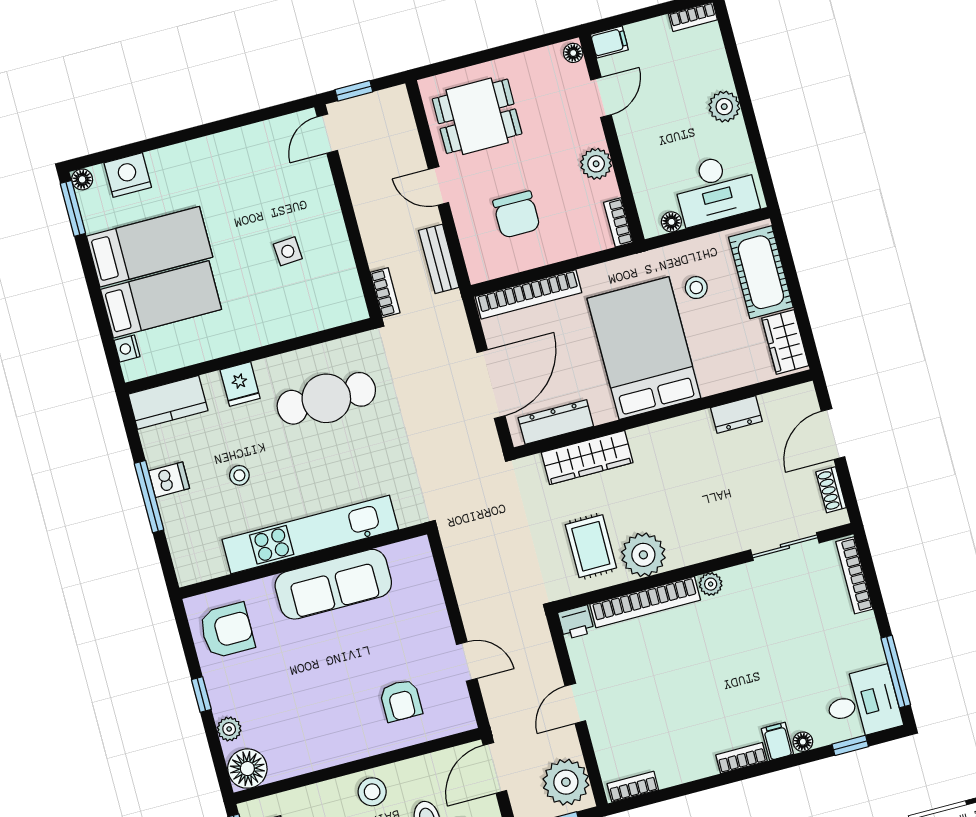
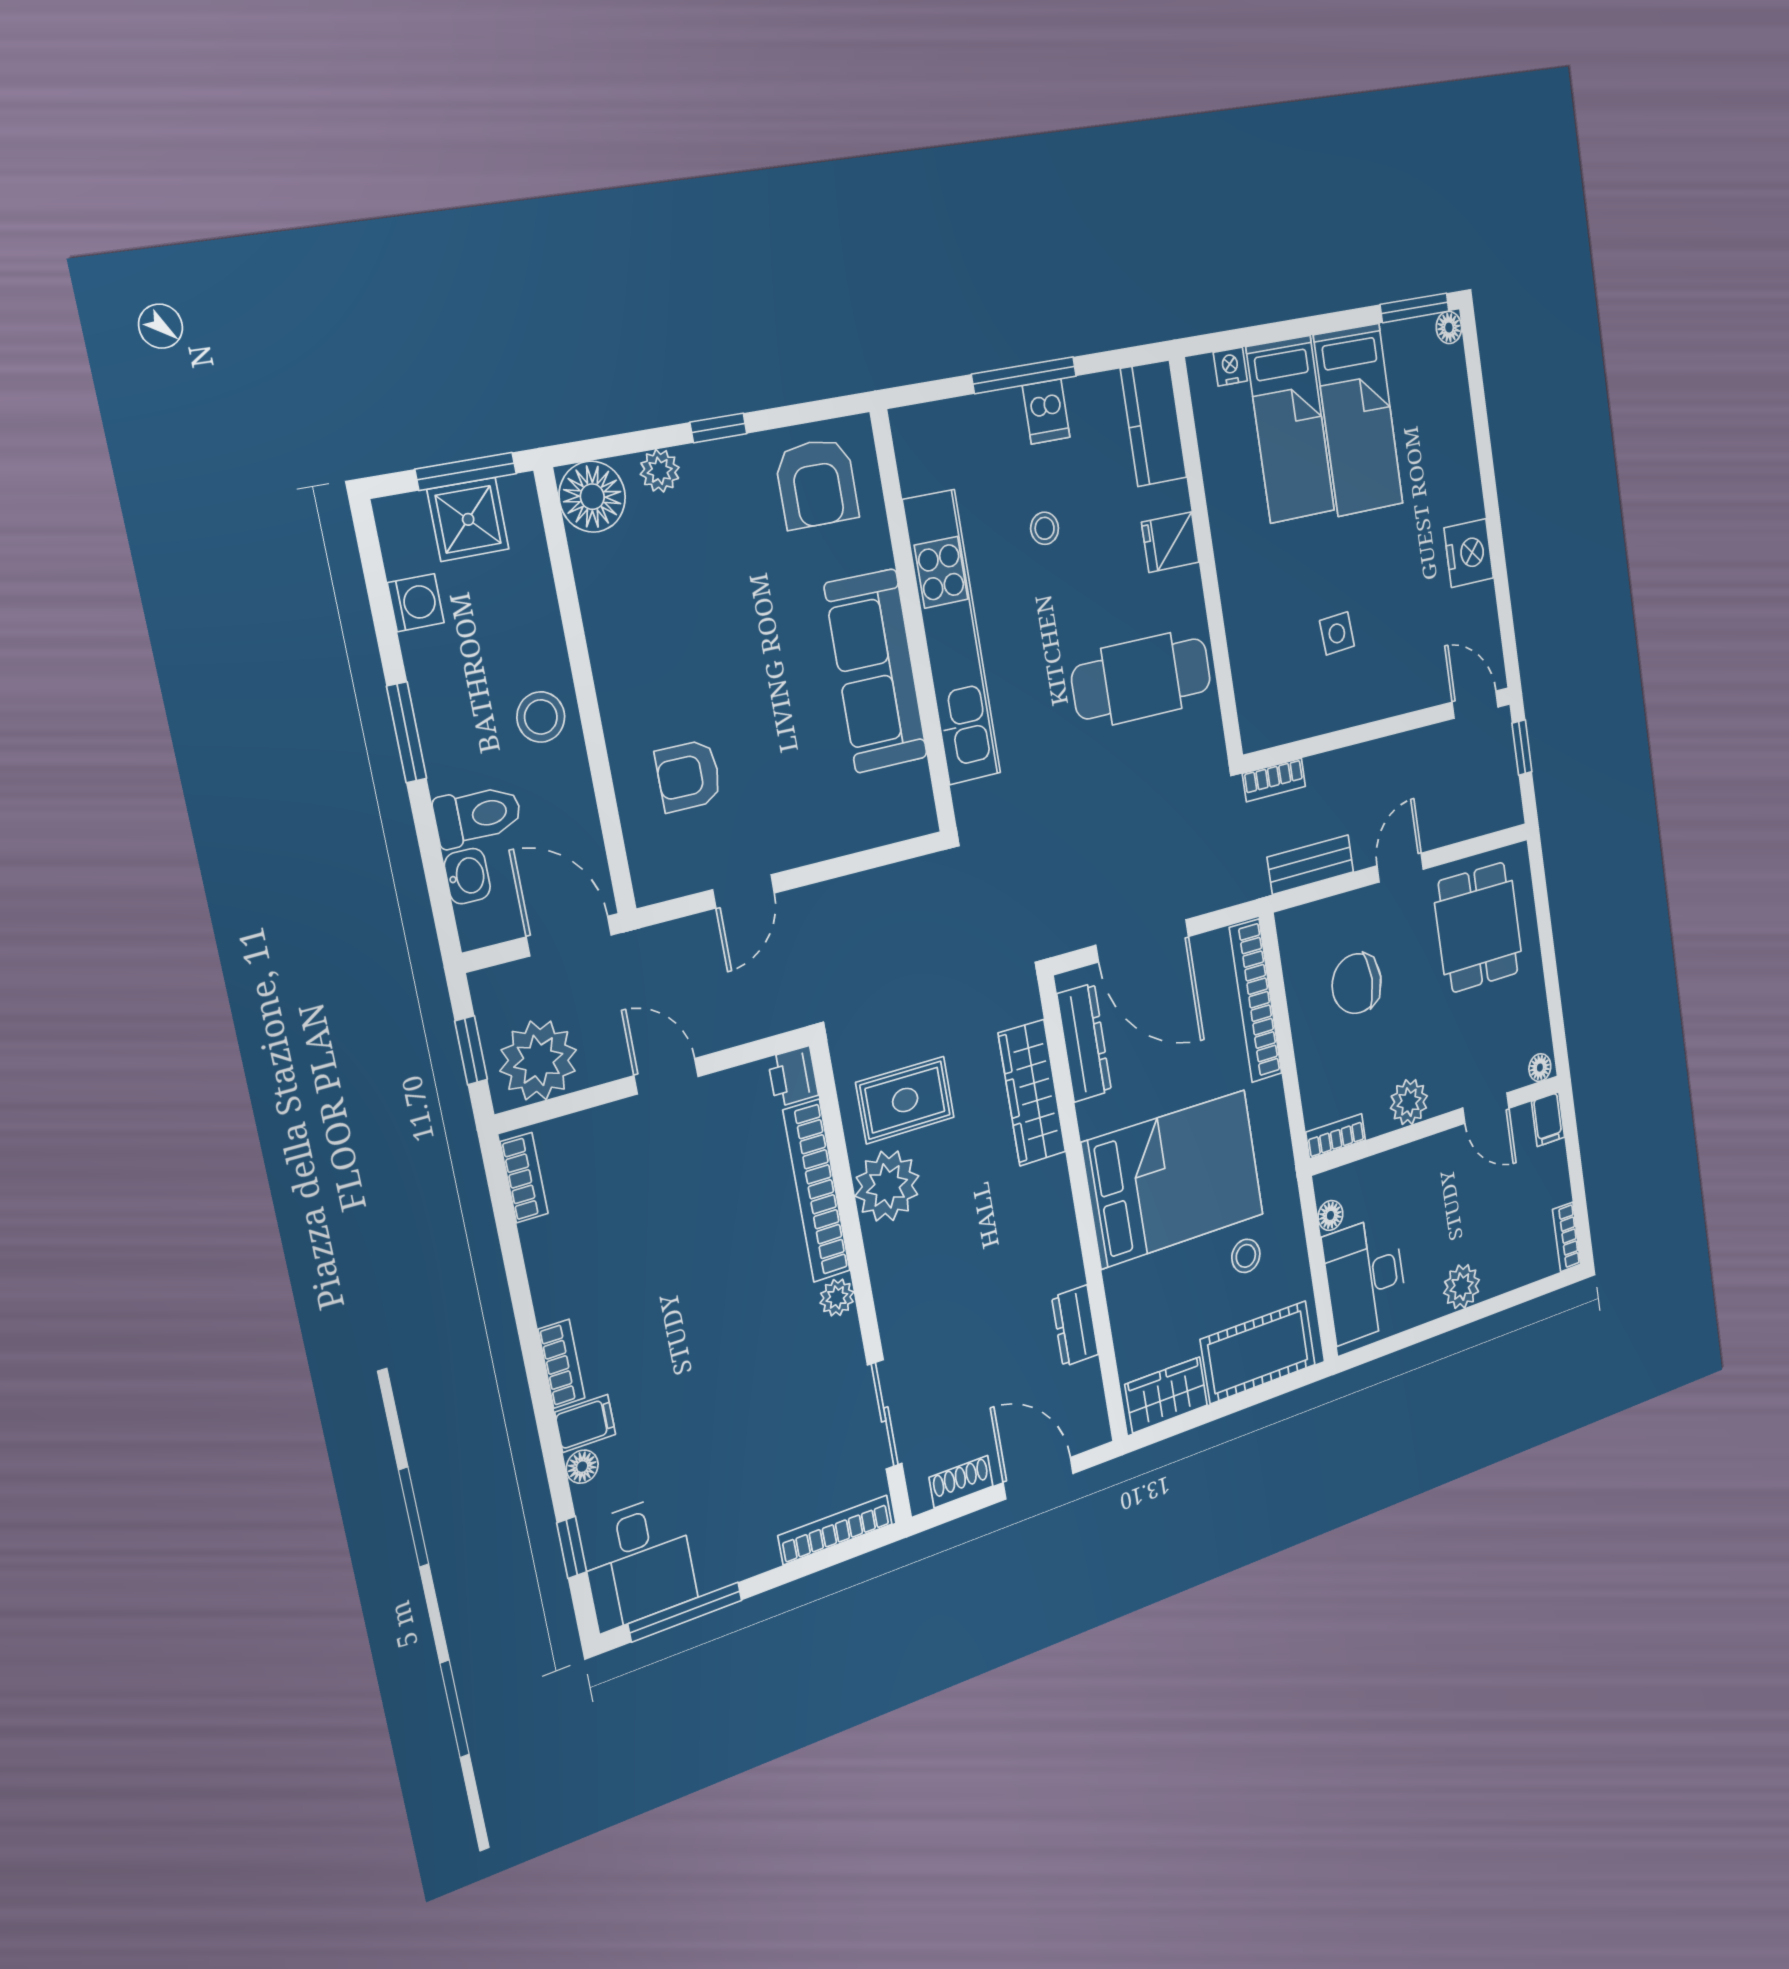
nightstand: (128, 175) -> (1469, 553), moved
cafe table: (326, 398) -> (1142, 679), turned 90

